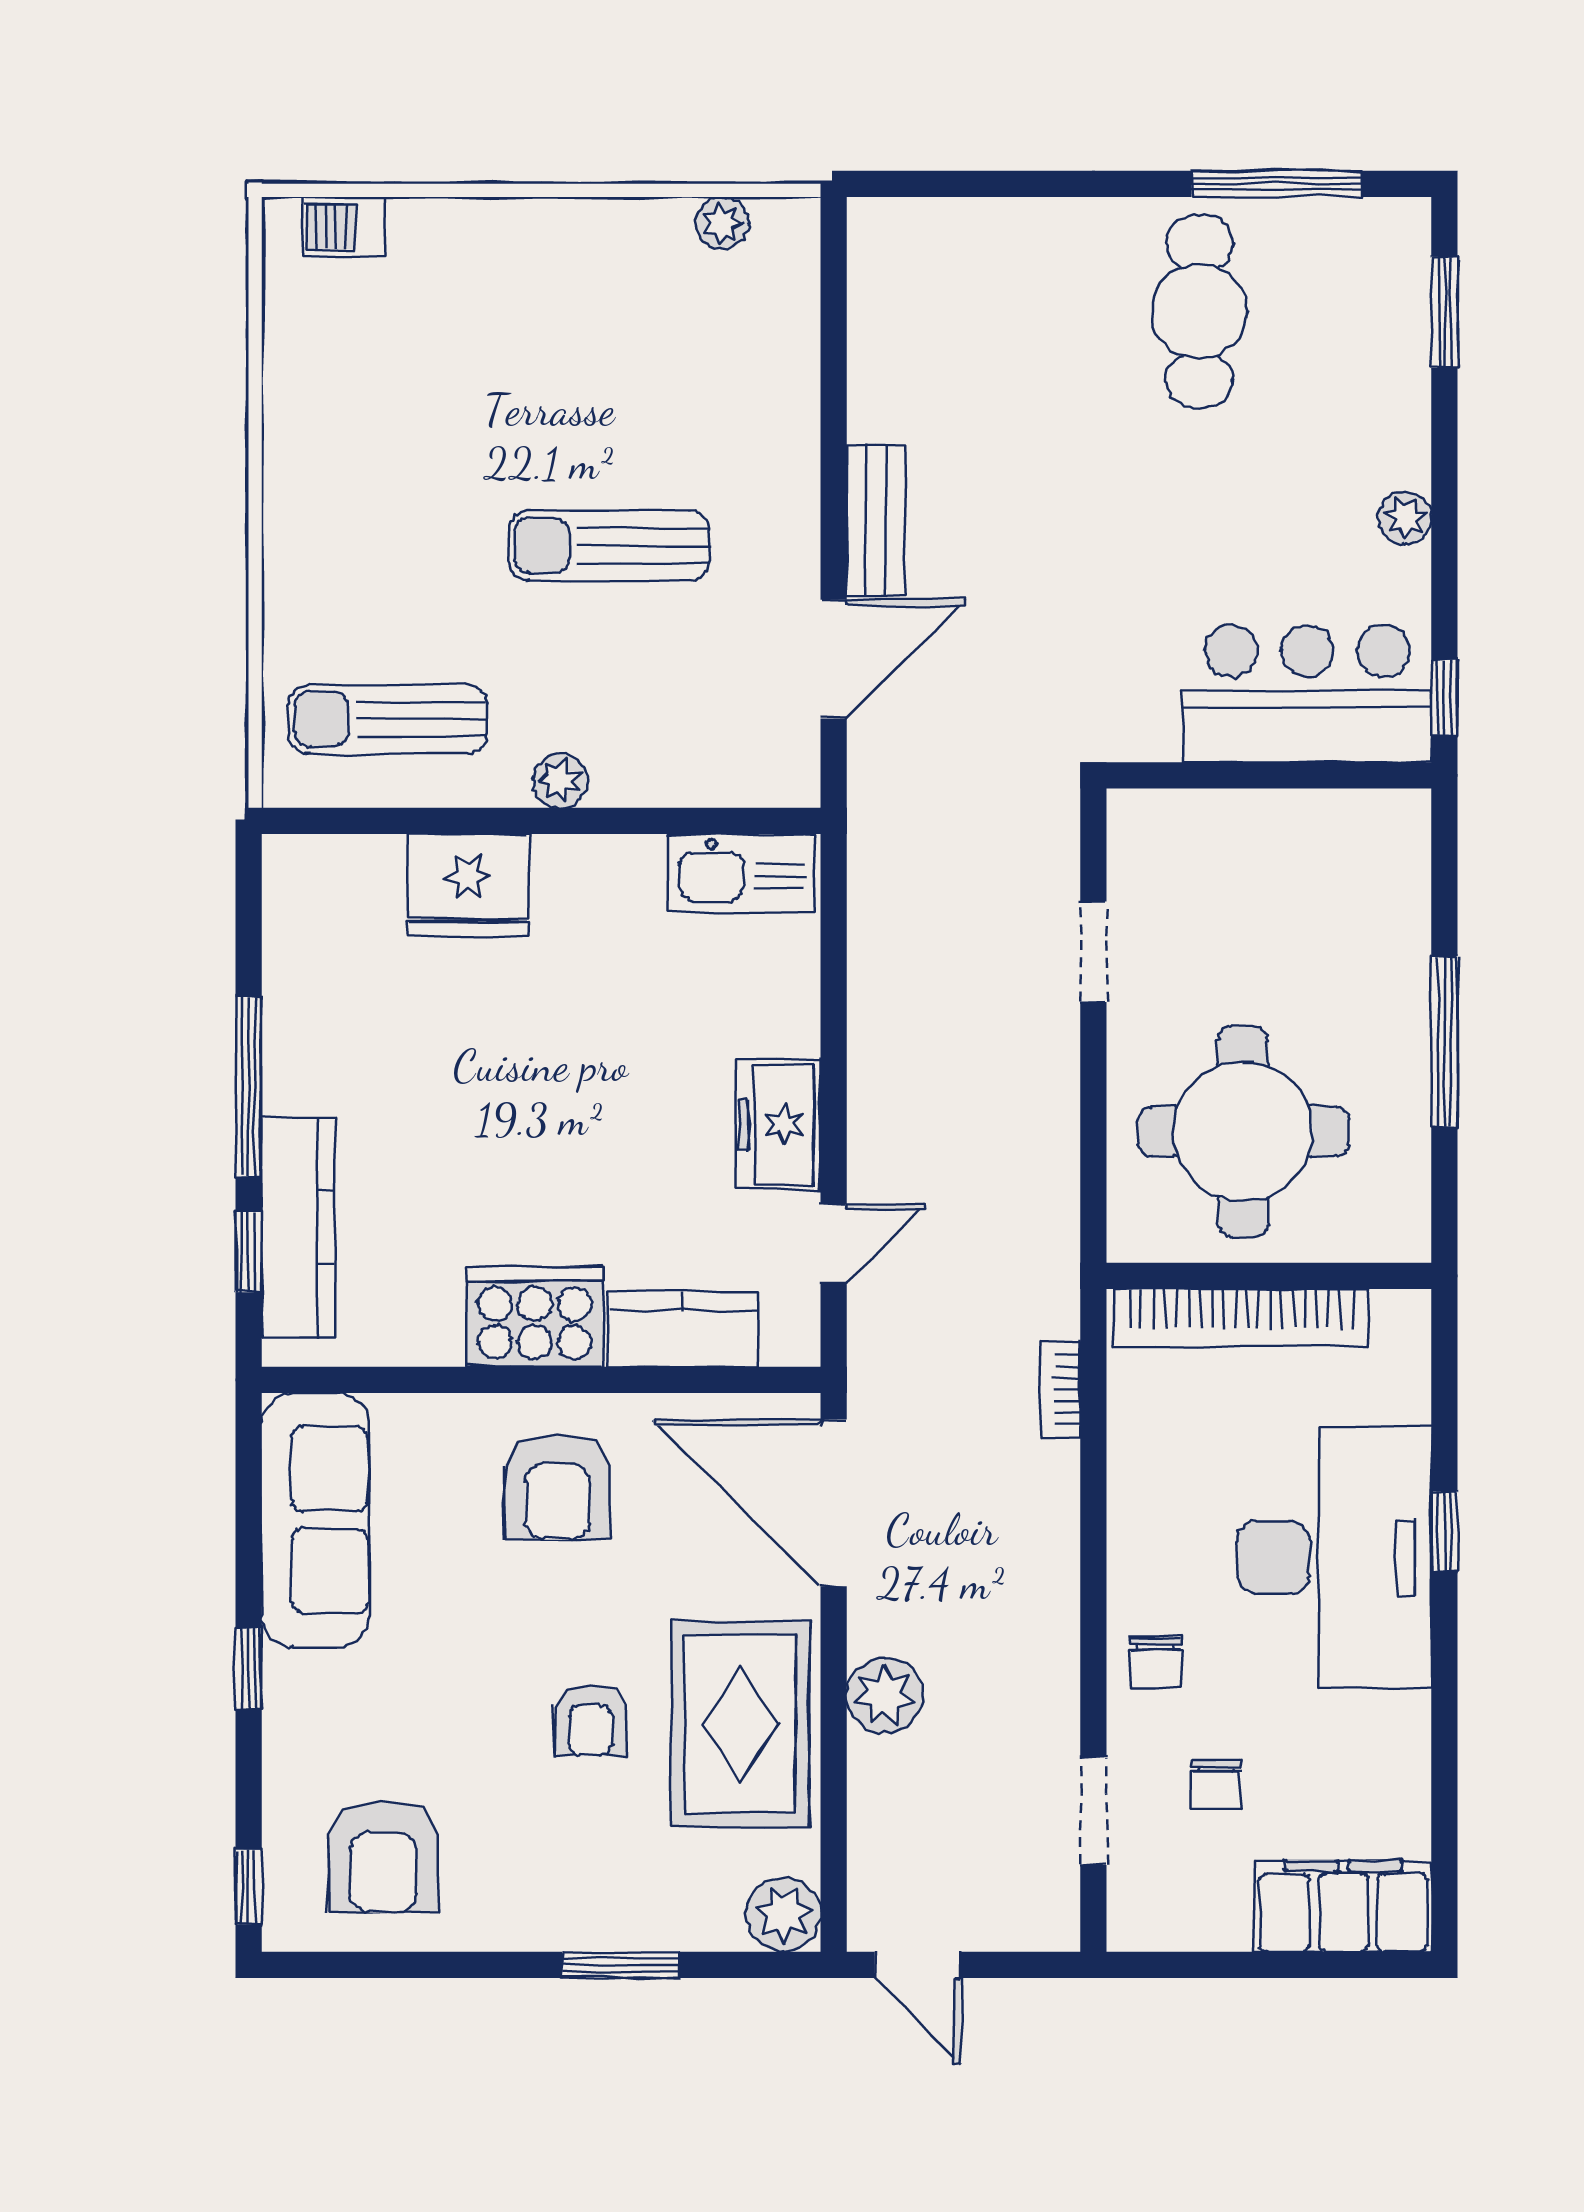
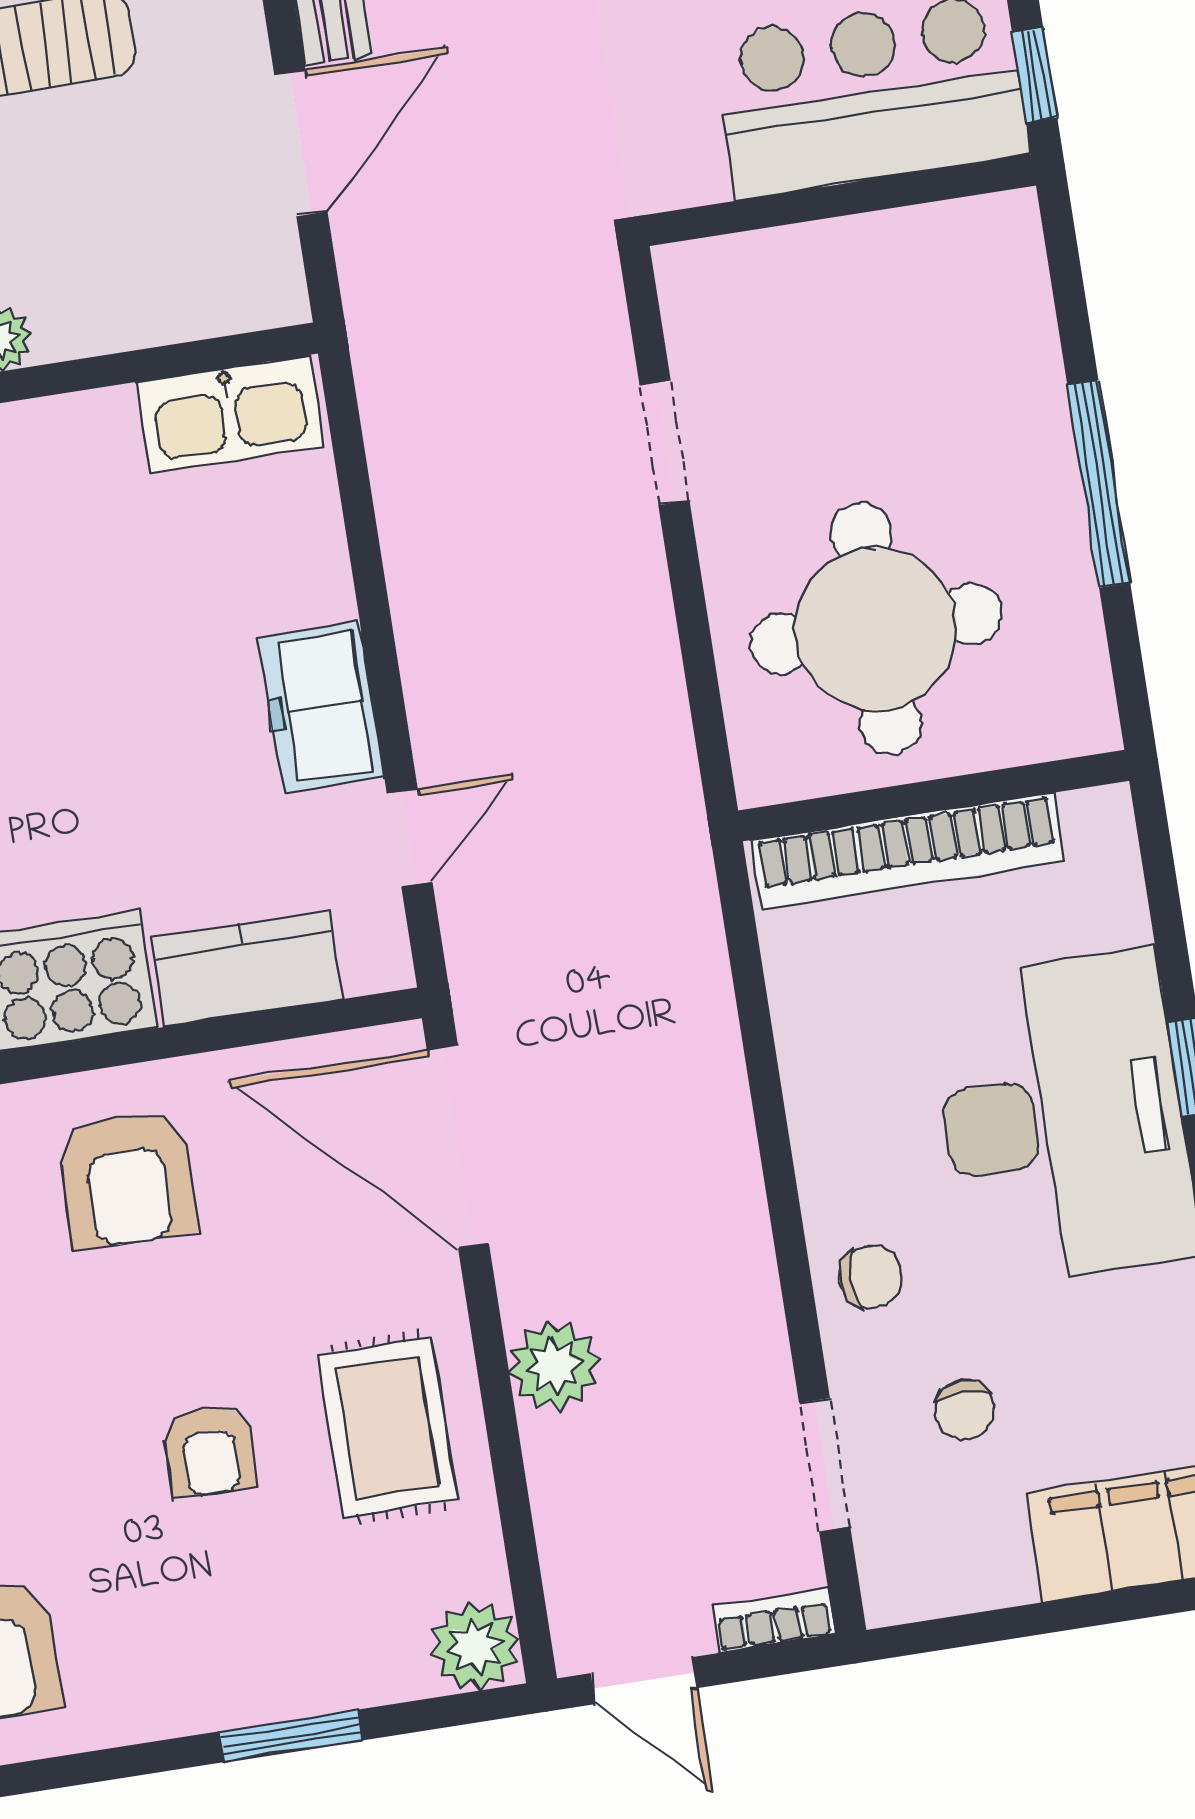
bookcase: (1061, 1390) -> (773, 1621), moved, turned 90
chair: (1155, 1663) -> (871, 1277), turned -90
rug: (740, 1724) -> (388, 1427), width x0.73, depth x0.70

